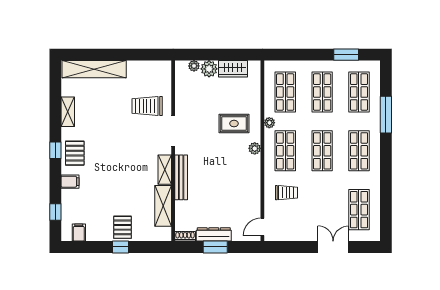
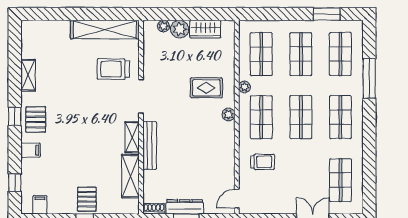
shelving: (94, 69) -> (105, 30), moved

